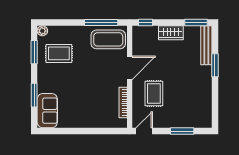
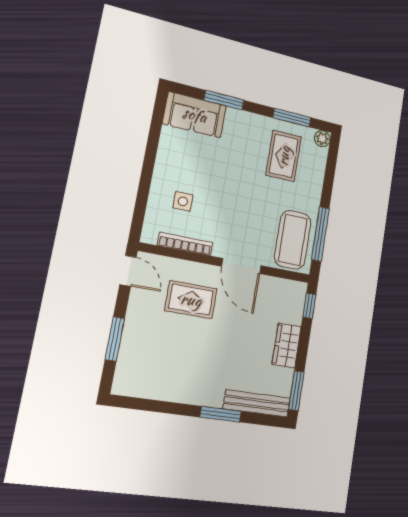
side table: (99, 108) -> (183, 201), added

